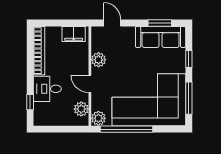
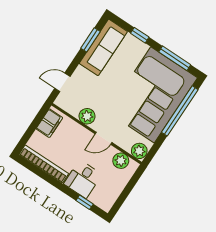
window: (126, 129) -> (180, 111), moved

